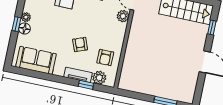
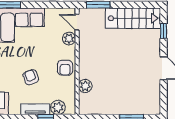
armchair: (105, 58) -> (65, 68), moved
plant: (129, 63) -> (85, 86), added

